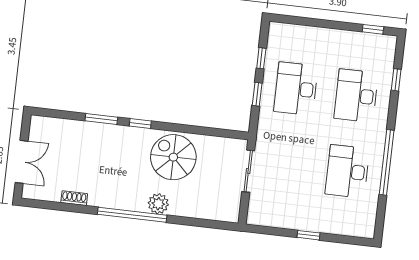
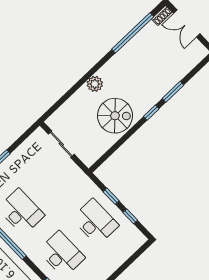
sliding door: (248, 171) -> (61, 144), moved
shoe rack: (74, 198) -> (162, 16), moved
window: (132, 215) -> (133, 33), moved

